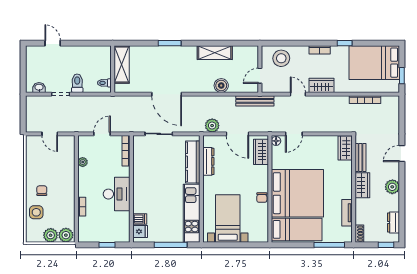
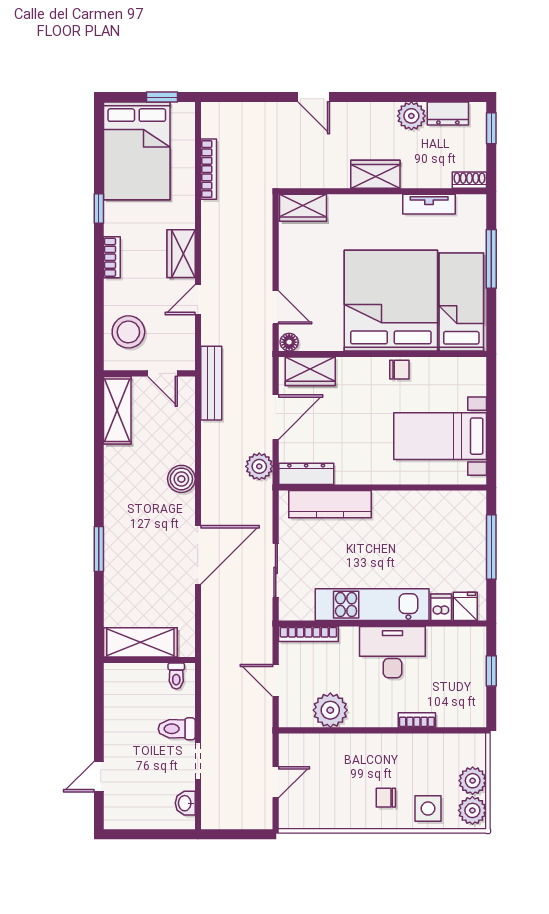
shelving: (215, 53) -> (117, 410), moved
boiler: (221, 86) -> (181, 479), moved
bench: (360, 157) -> (321, 178), removed
dresser: (208, 161) -> (306, 474), moved
plant: (83, 162) -> (330, 710), width x1.87, depth x1.87
plant: (392, 187) -> (411, 116), moved
kitchen unit: (192, 213) -> (372, 605), moved, turned 180
plant: (66, 235) -> (472, 810), moved
window: (329, 245) -> (491, 259), moved

